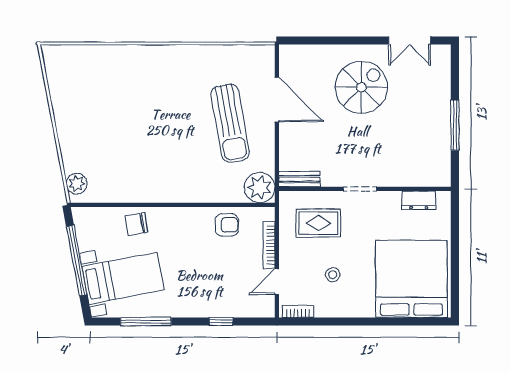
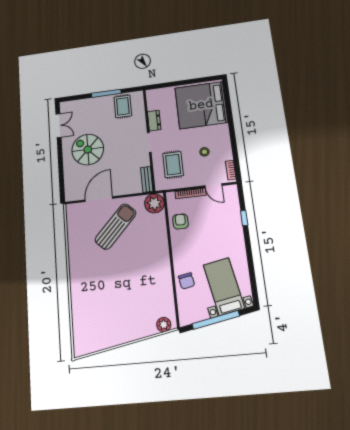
sun lounger: (230, 123) -> (116, 226), turned -36
rug: (428, 151) -> (123, 106), added
dresser: (419, 200) -> (154, 121), moved
window: (146, 322) -> (251, 268), removed

